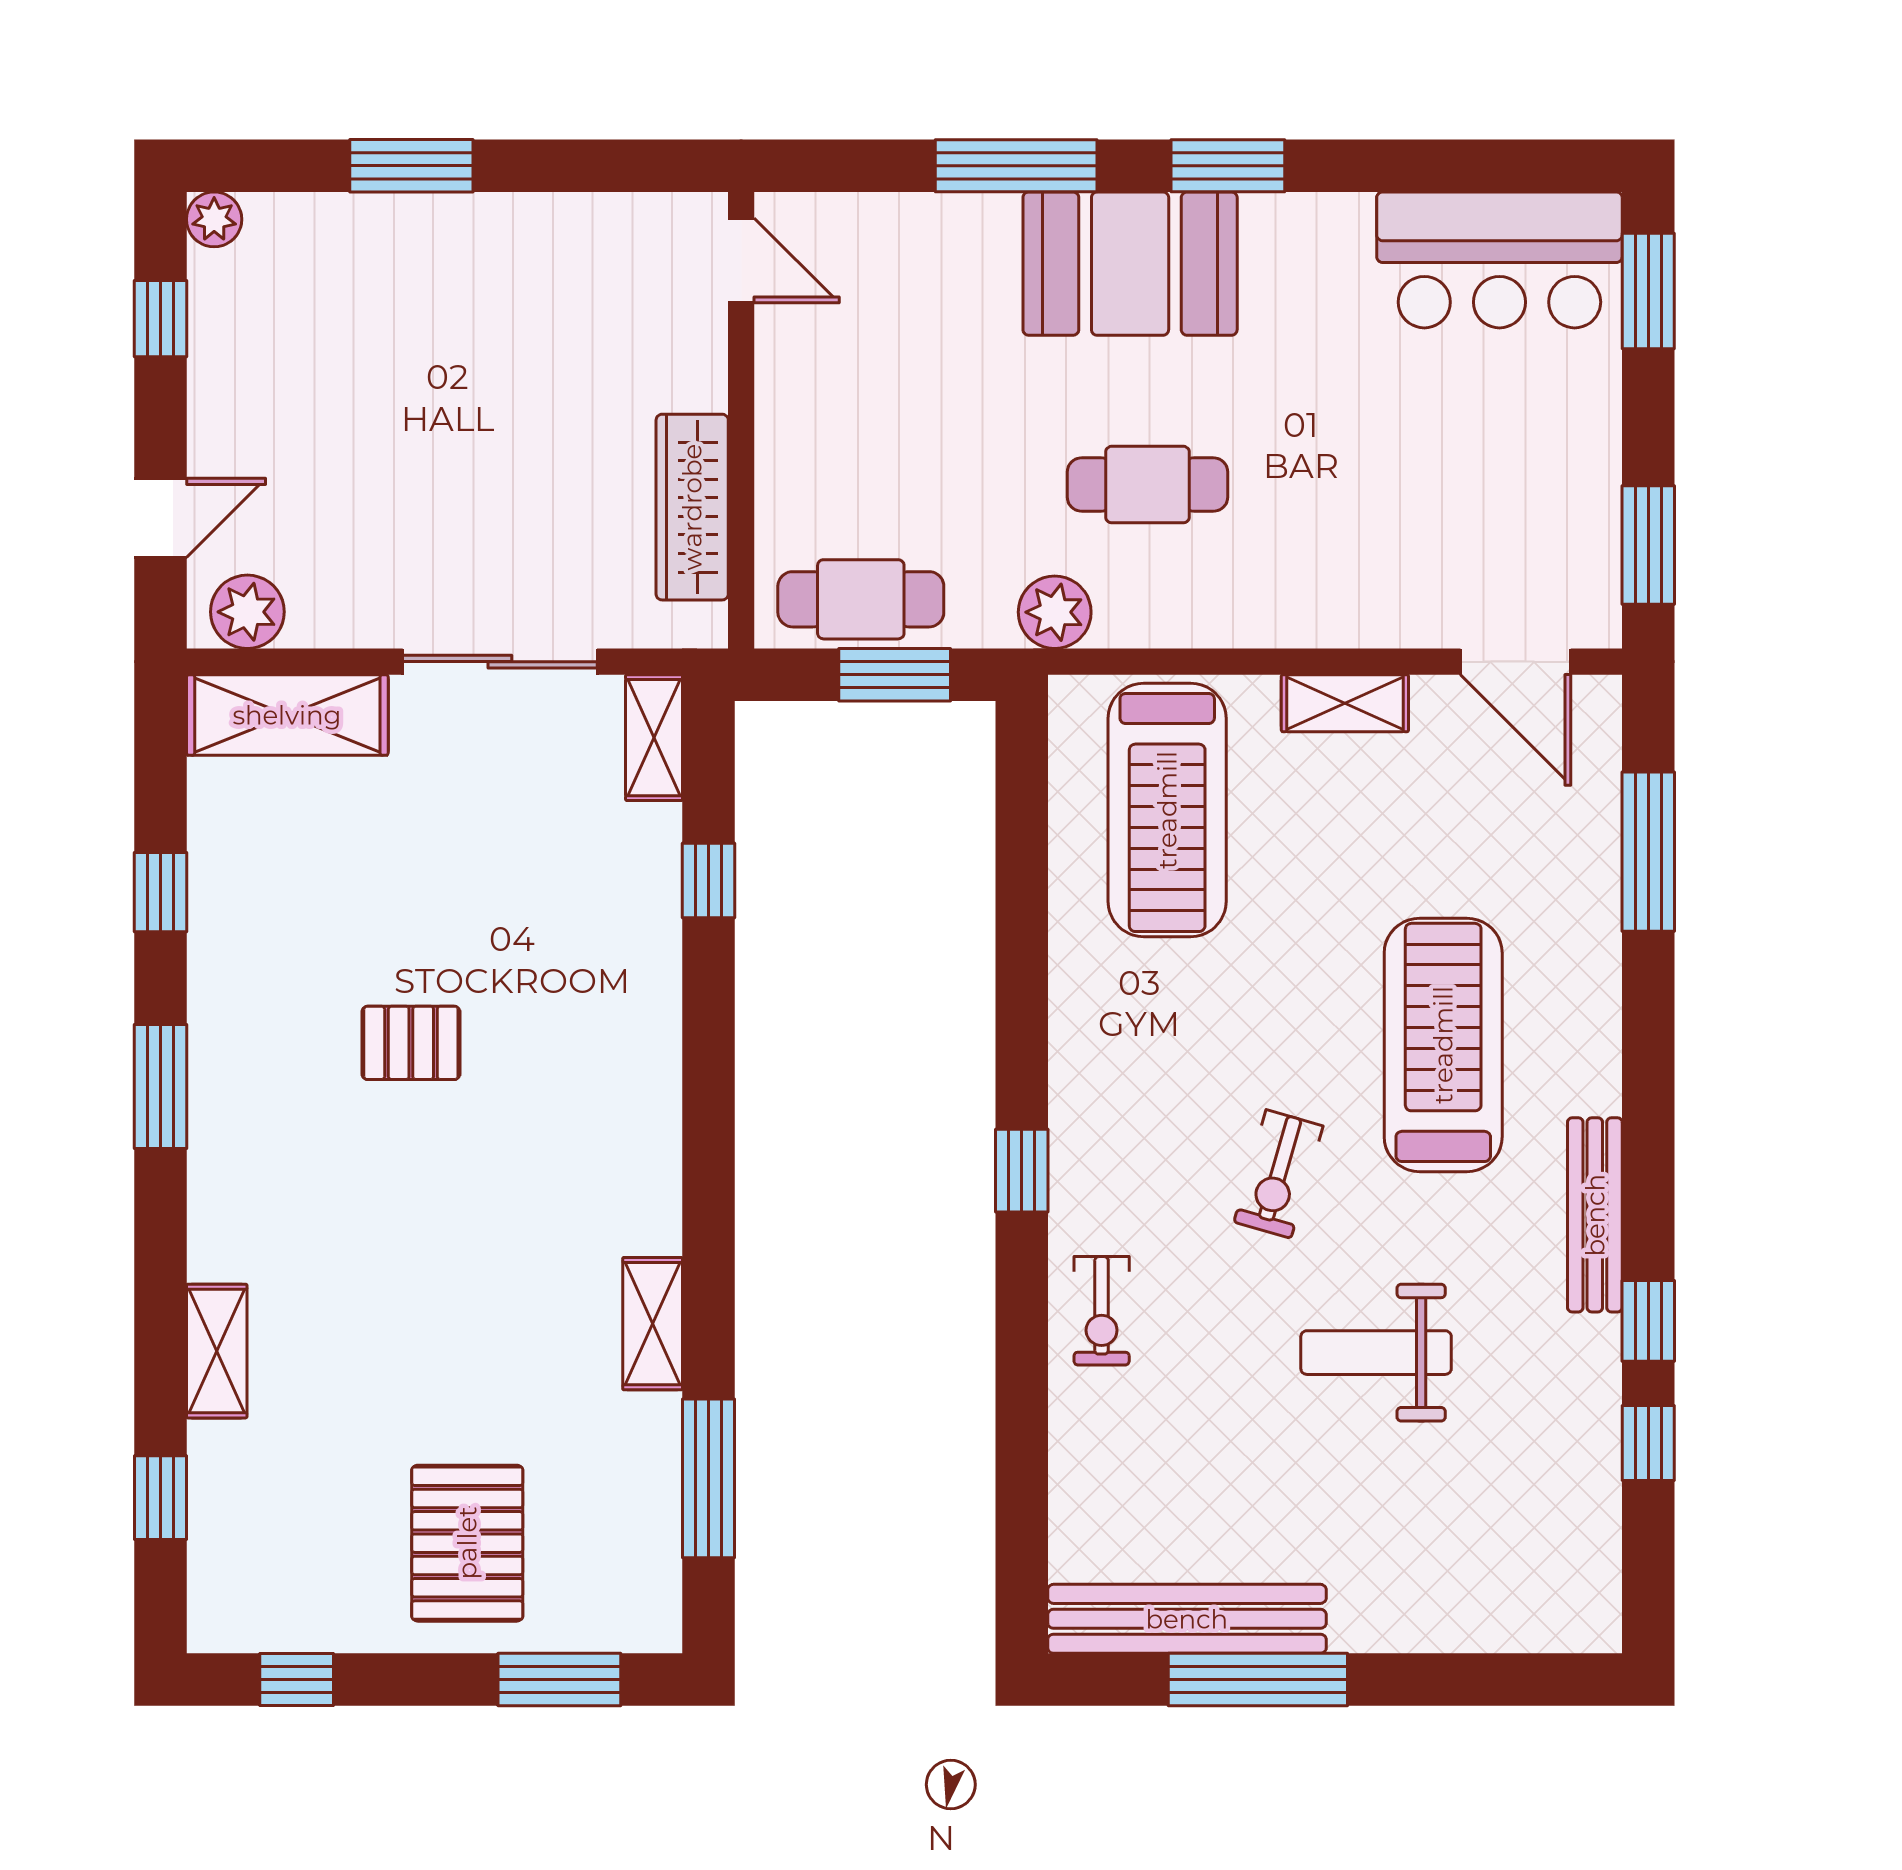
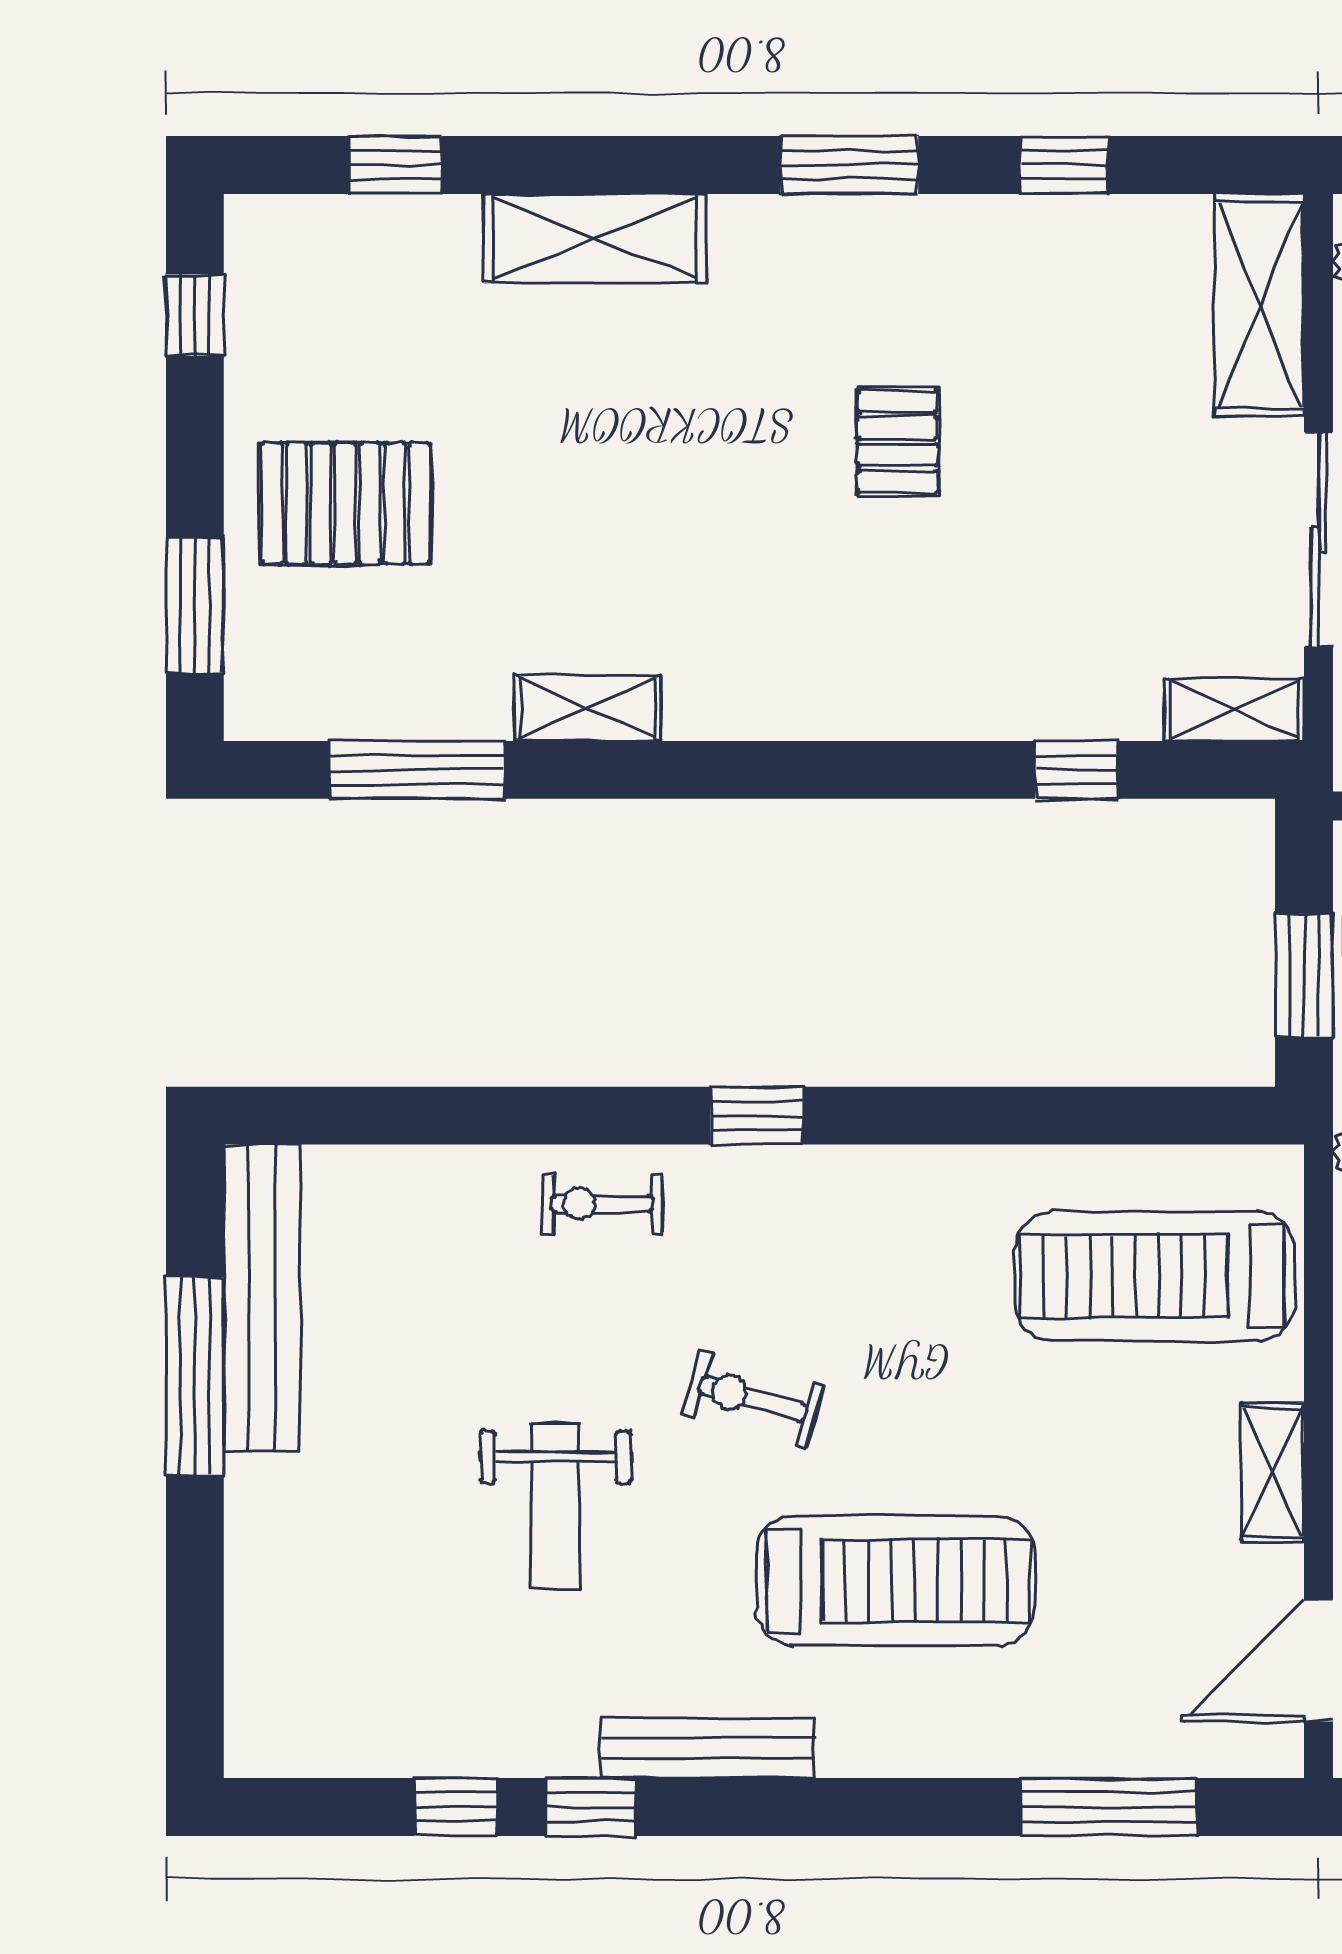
shelving: (217, 1351) -> (594, 238), width x1.50, depth x1.33
weight bench: (1376, 1353) -> (556, 1507), turned 180

